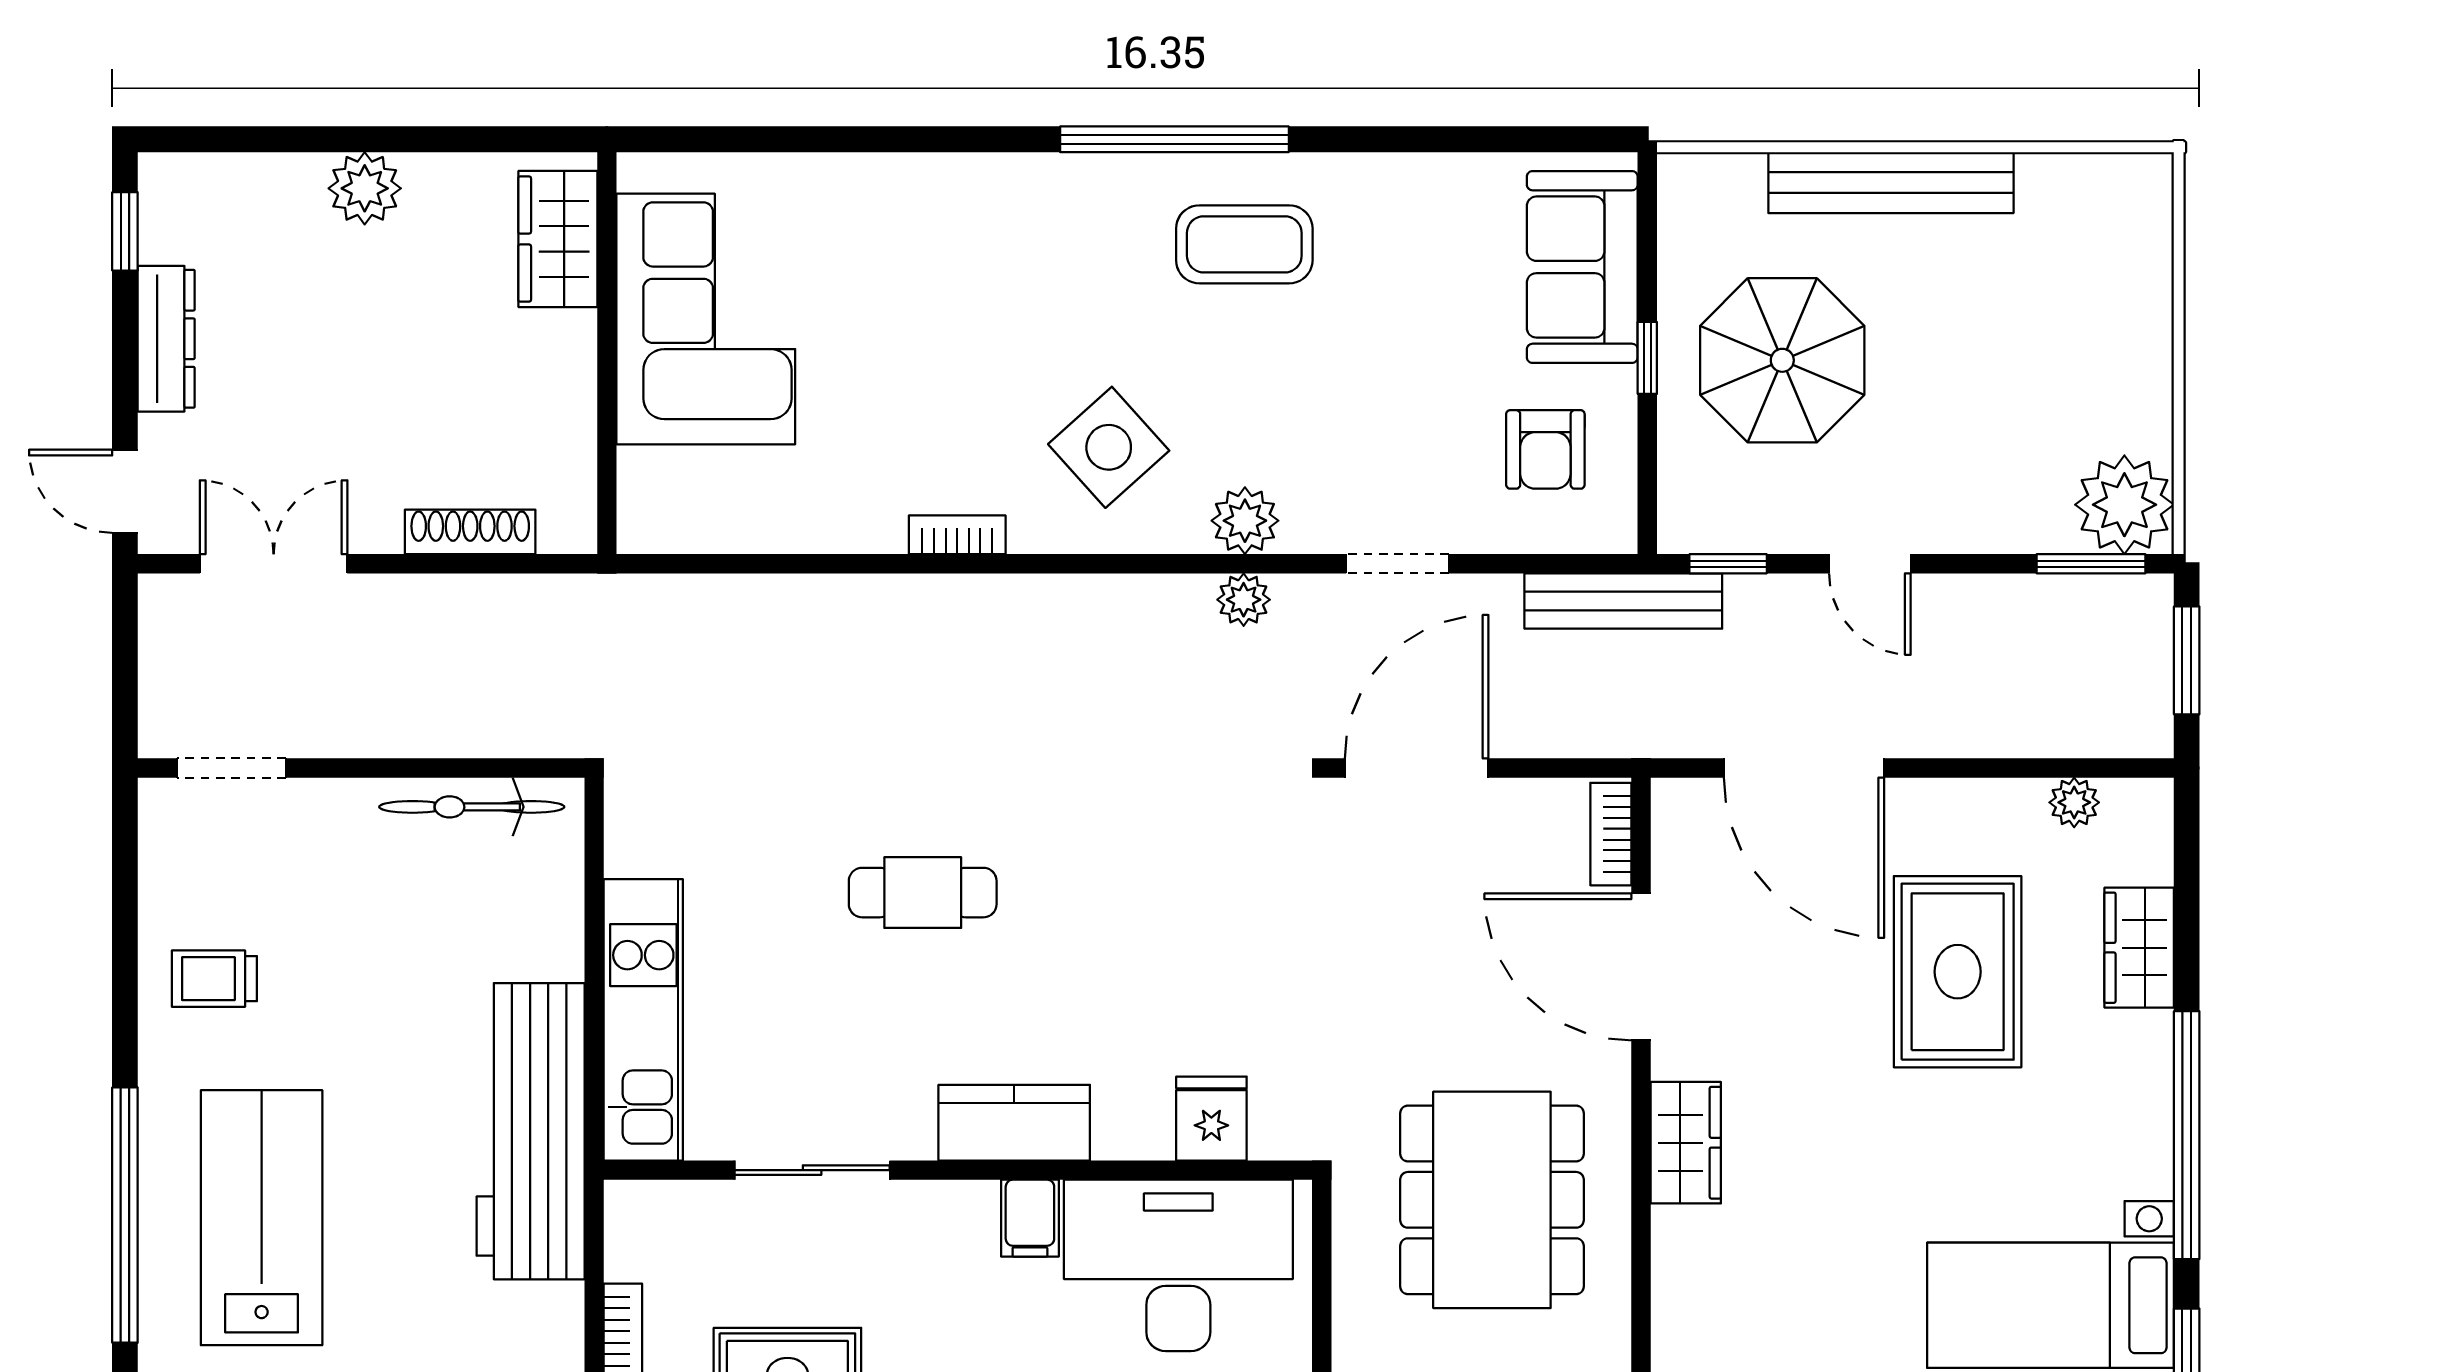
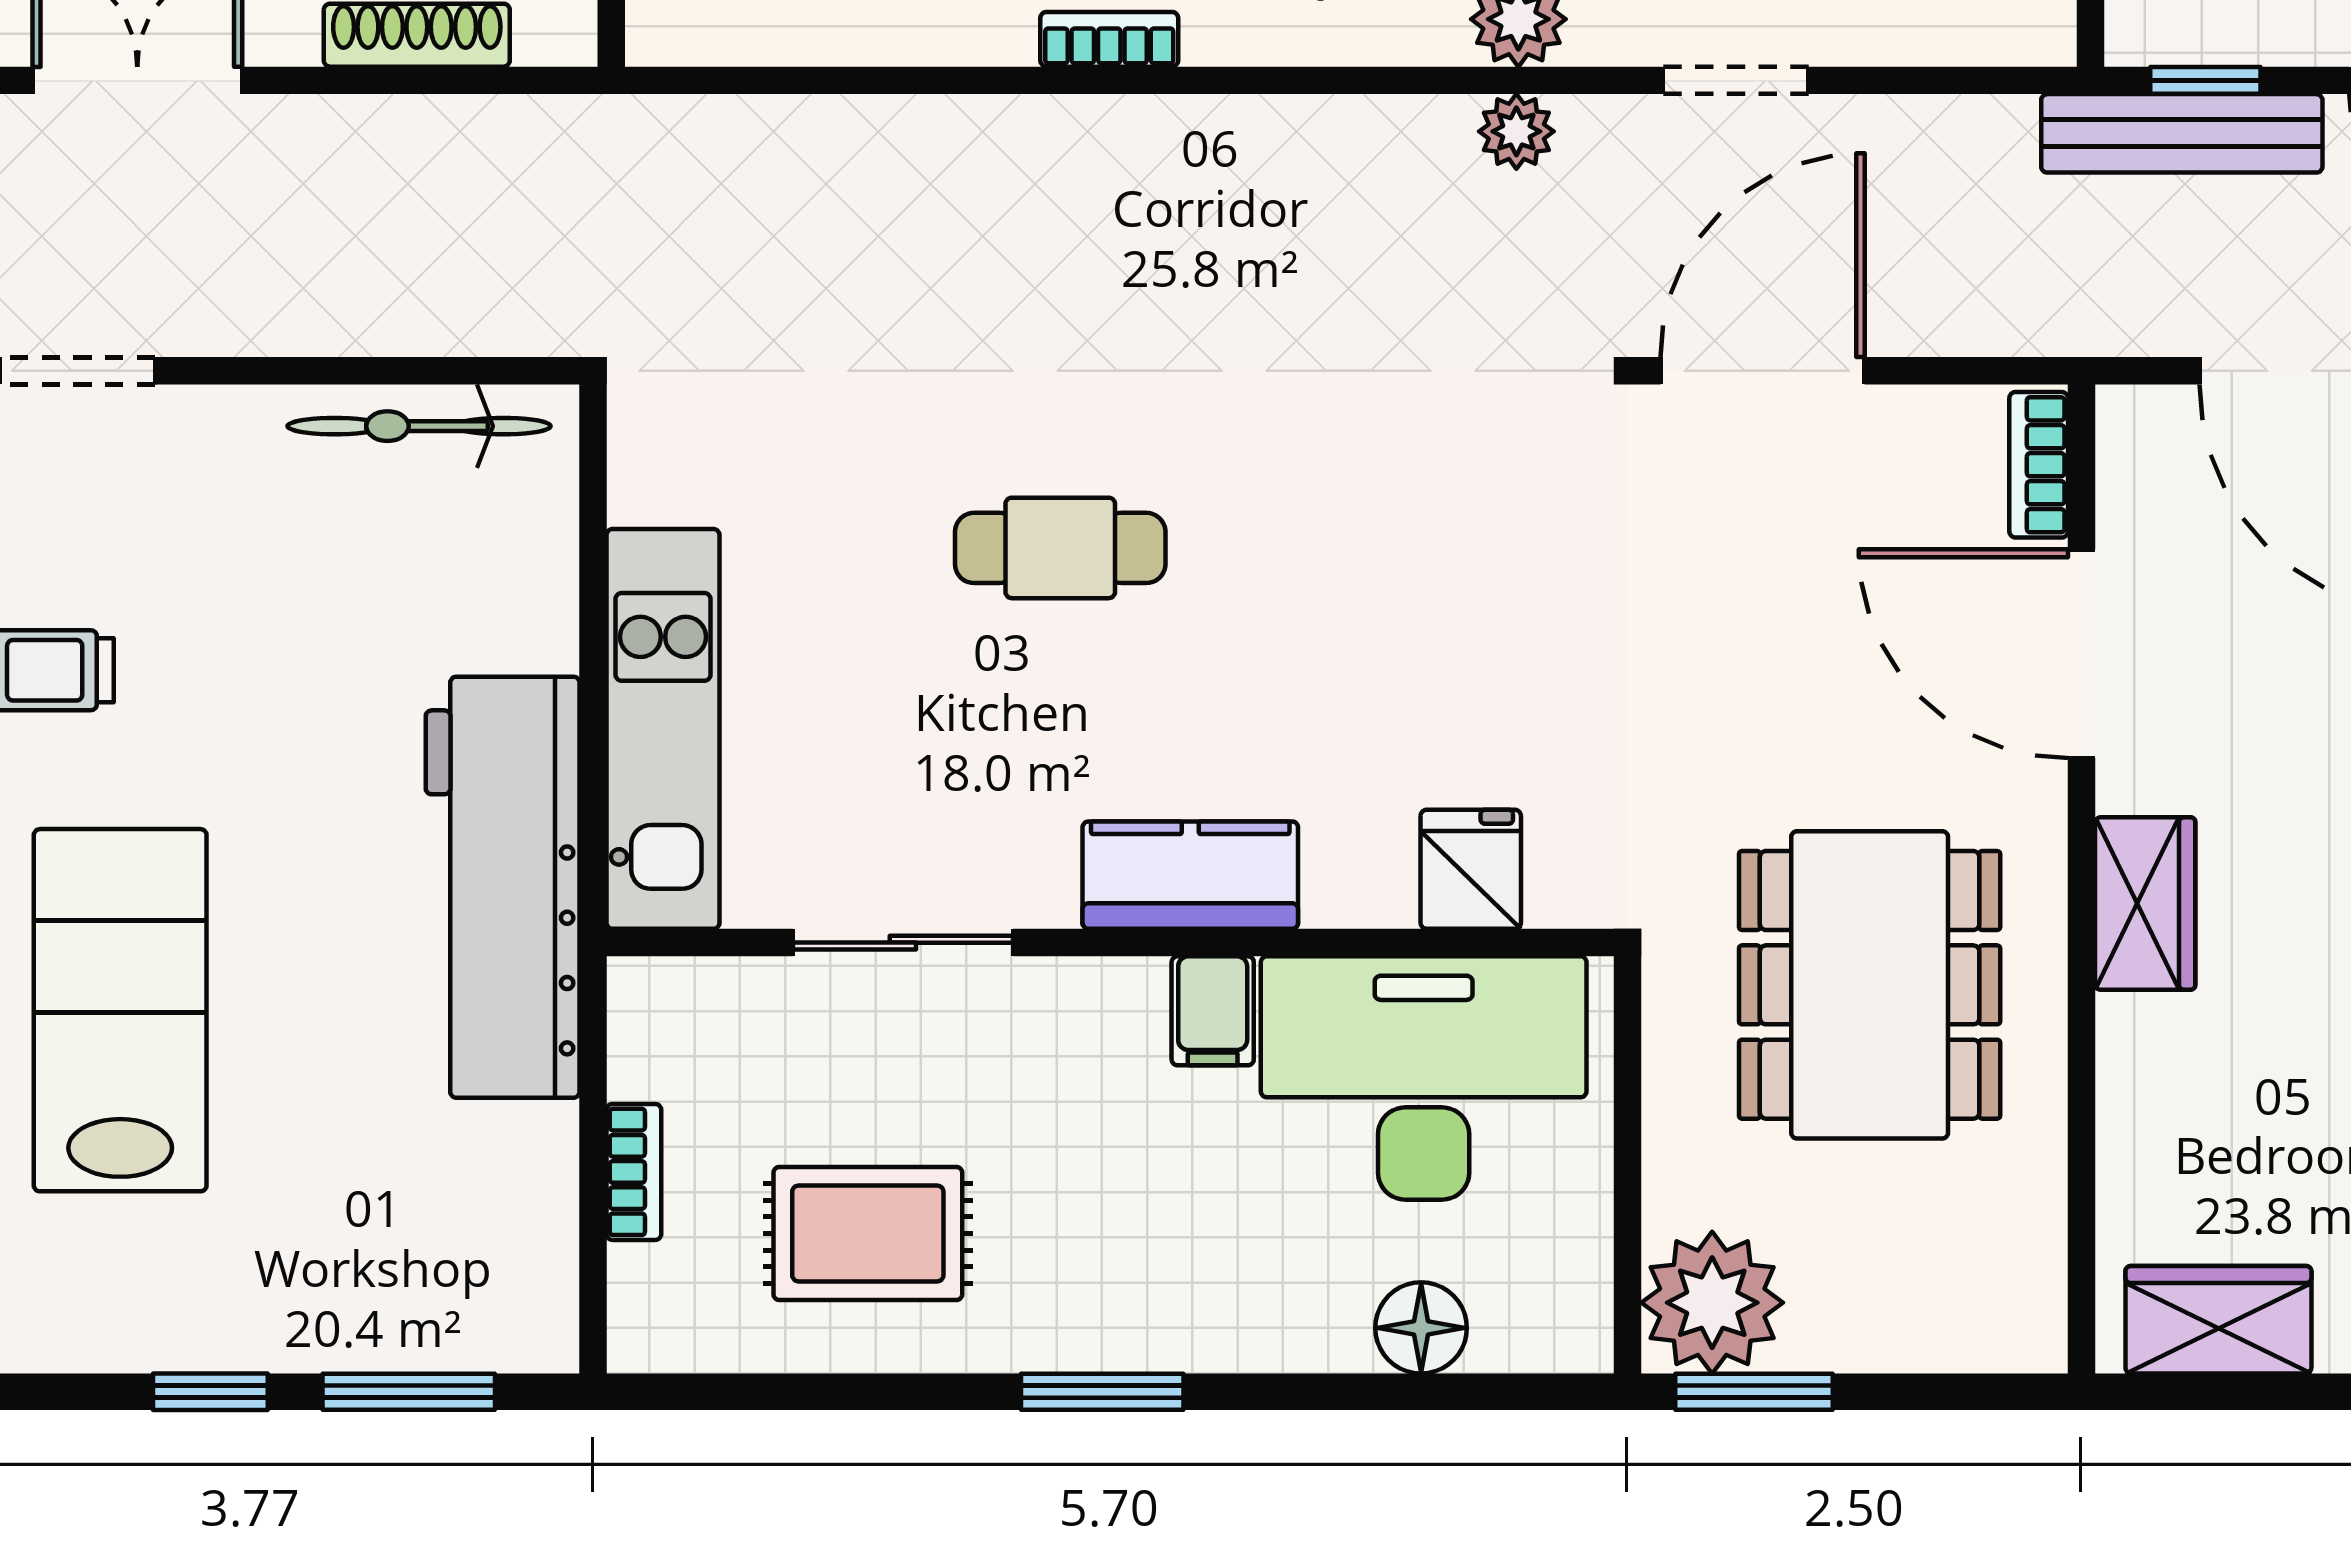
bench: (1623, 601) -> (2182, 133), moved

